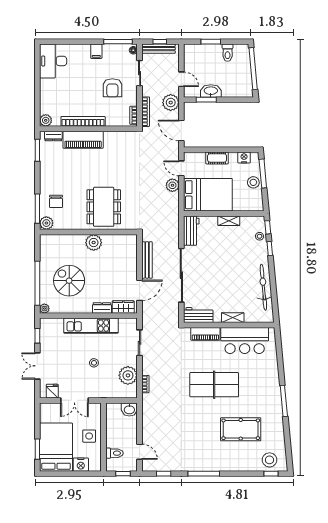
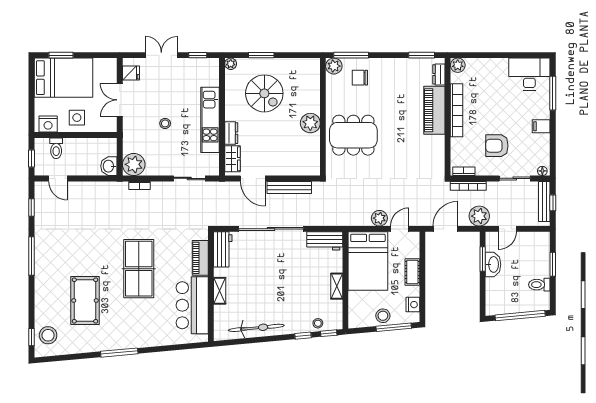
window: (118, 42) -> (553, 93), moved
spiral stairs: (69, 281) -> (264, 93), turned 90
window: (37, 283) -> (261, 55), width x0.47
plant: (128, 375) -> (134, 164), moved
door: (140, 452) -> (58, 178), hinge flipped
nightstand: (81, 465) -> (48, 124), moved, turned -90

